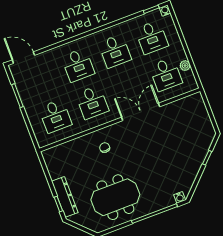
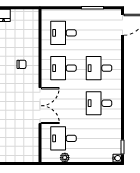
desk: (152, 37) -> (99, 138), removed

